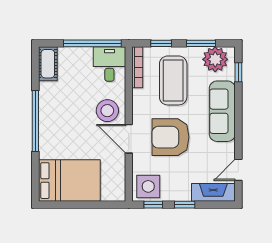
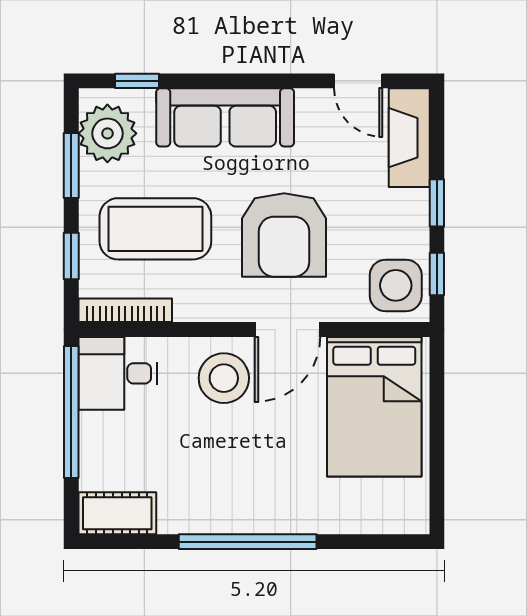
bed: (69, 181) -> (374, 407), moved, turned 180

